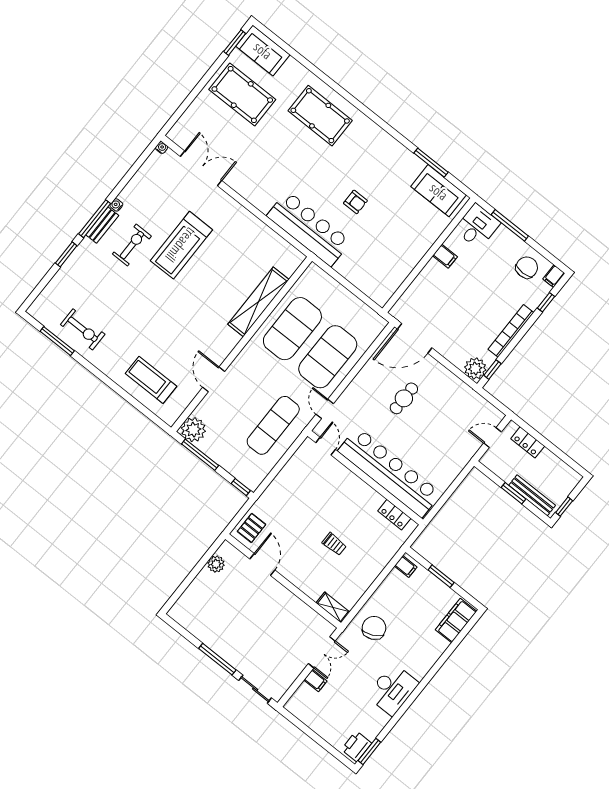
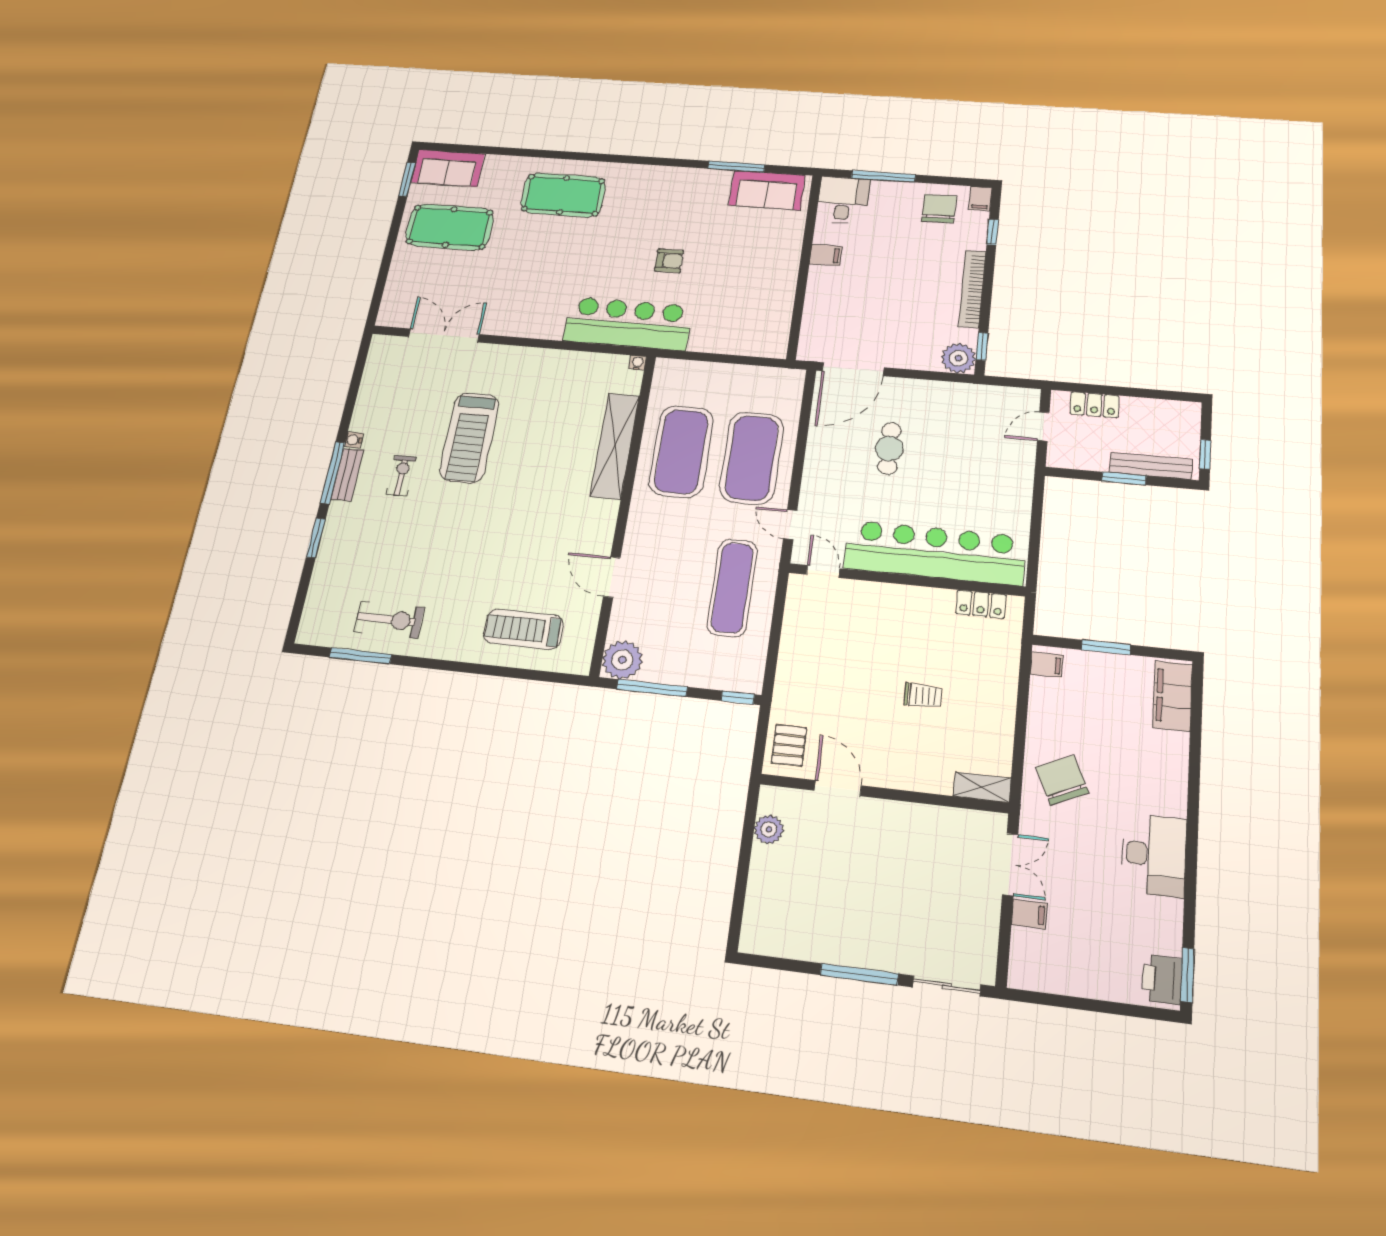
water cooler: (162, 148) -> (638, 363), moved
exercise bike: (132, 245) -> (401, 476), width x0.73, depth x0.72

